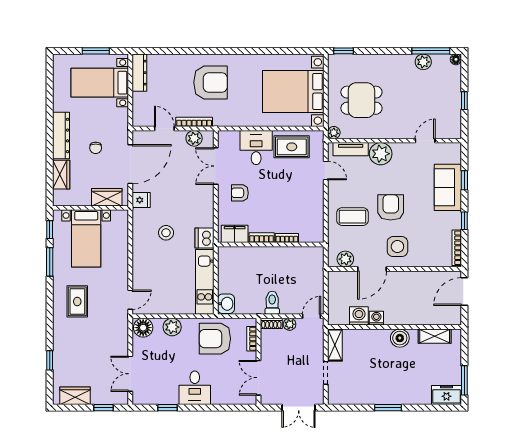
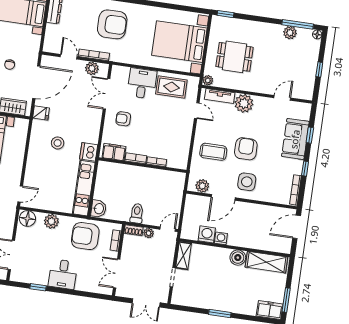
shelving: (435, 336) -> (266, 262), width x1.50, depth x1.33

